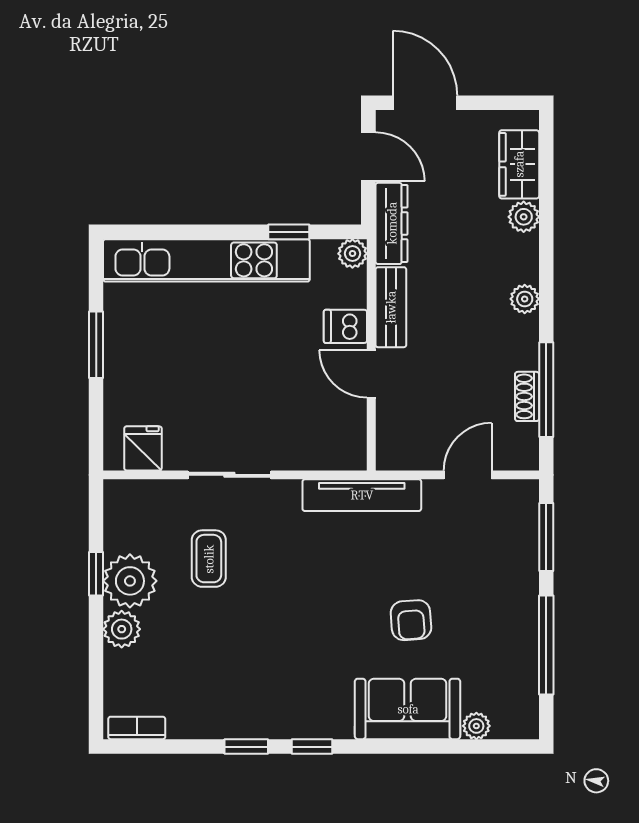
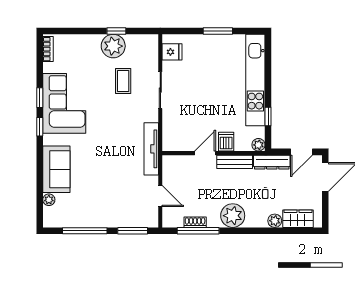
plant: (525, 299) -> (233, 216), width x1.87, depth x1.87
coffee table: (209, 559) -> (123, 81), turned 90
armchair: (411, 620) -> (96, 171), removed
plant: (122, 629) -> (92, 42), removed
corner sofa: (259, 691) -> (64, 103), added

